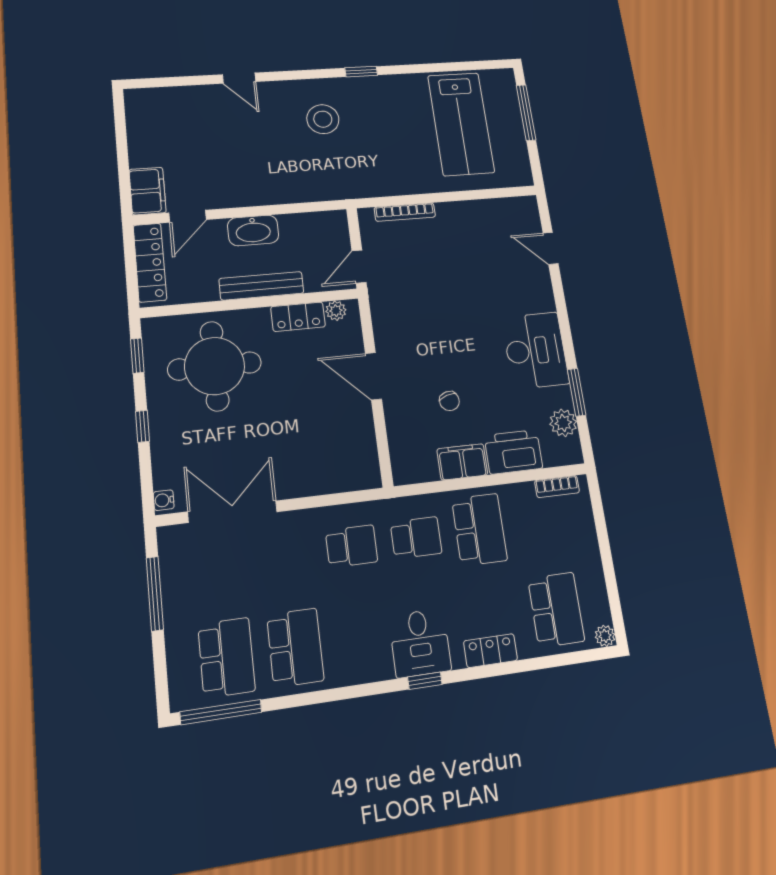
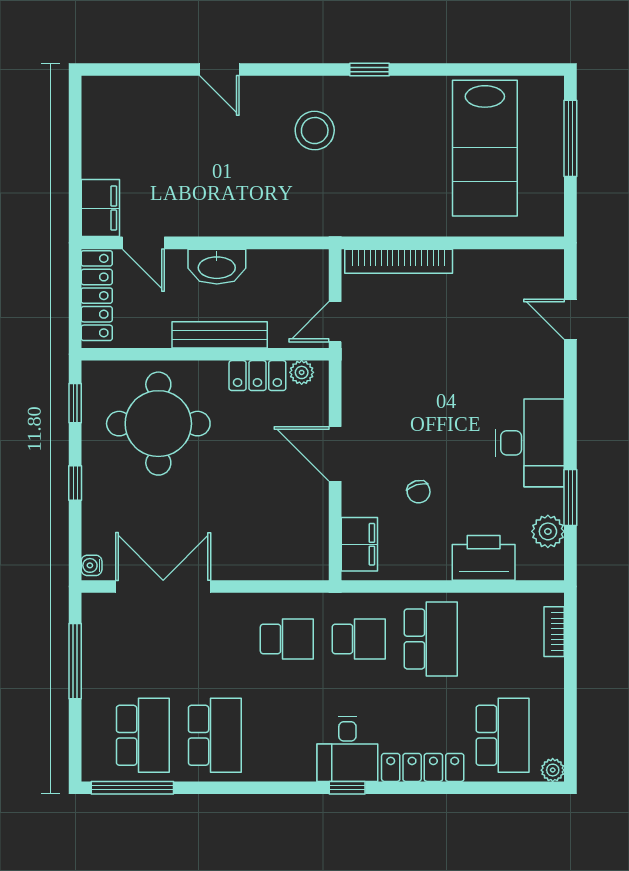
bookcase: (405, 212) -> (399, 261), width x1.48, depth x1.31
door: (188, 216) -> (143, 243), hinge flipped
filing cabinet: (462, 462) -> (359, 544), moved, turned 90
bookcase: (557, 487) -> (554, 632), moved, turned 90
locker: (491, 651) -> (423, 767), width x1.53

